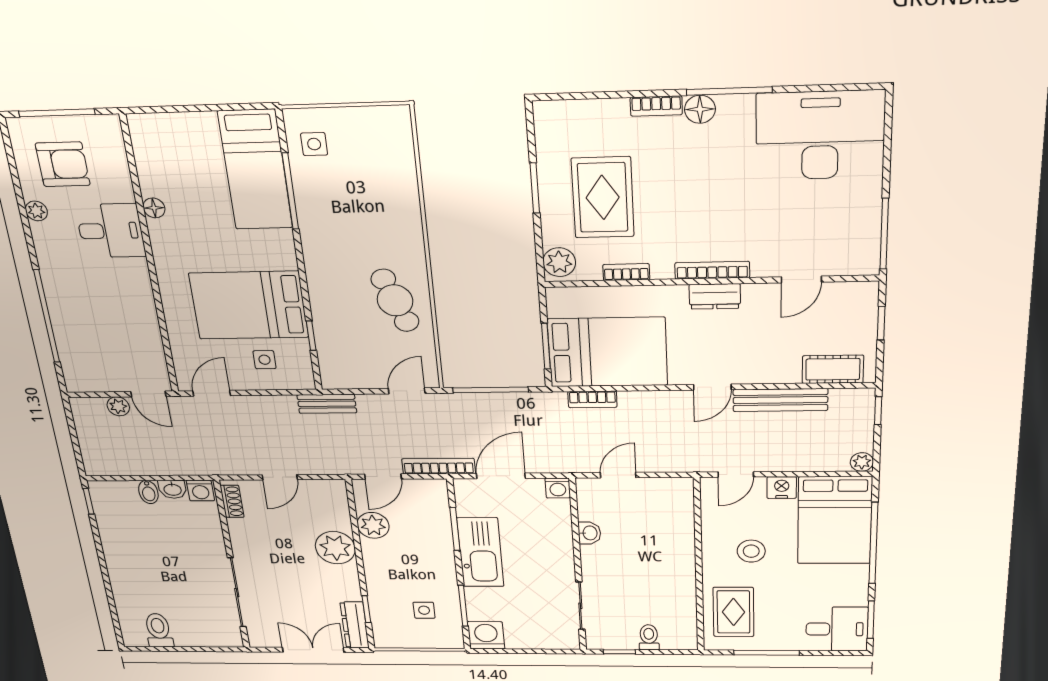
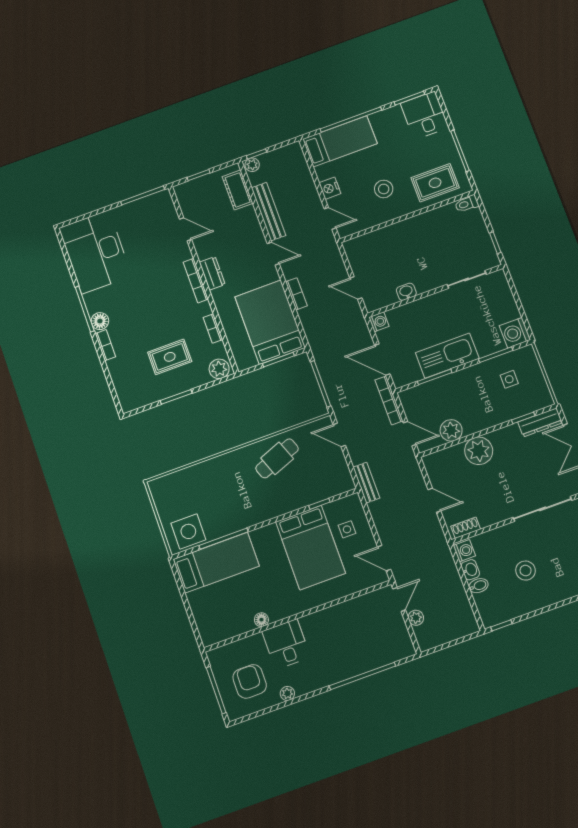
side table: (314, 144) -> (188, 531), width x1.87, depth x1.87
rug: (603, 197) -> (170, 357), width x0.73, depth x0.70
bookcase: (592, 399) -> (296, 294), moved
plant: (862, 462) -> (252, 165), moved
bed: (835, 521) -> (340, 141), width x0.67
stool: (158, 550) -> (526, 571), added
toilet: (649, 637) -> (467, 204), moved

